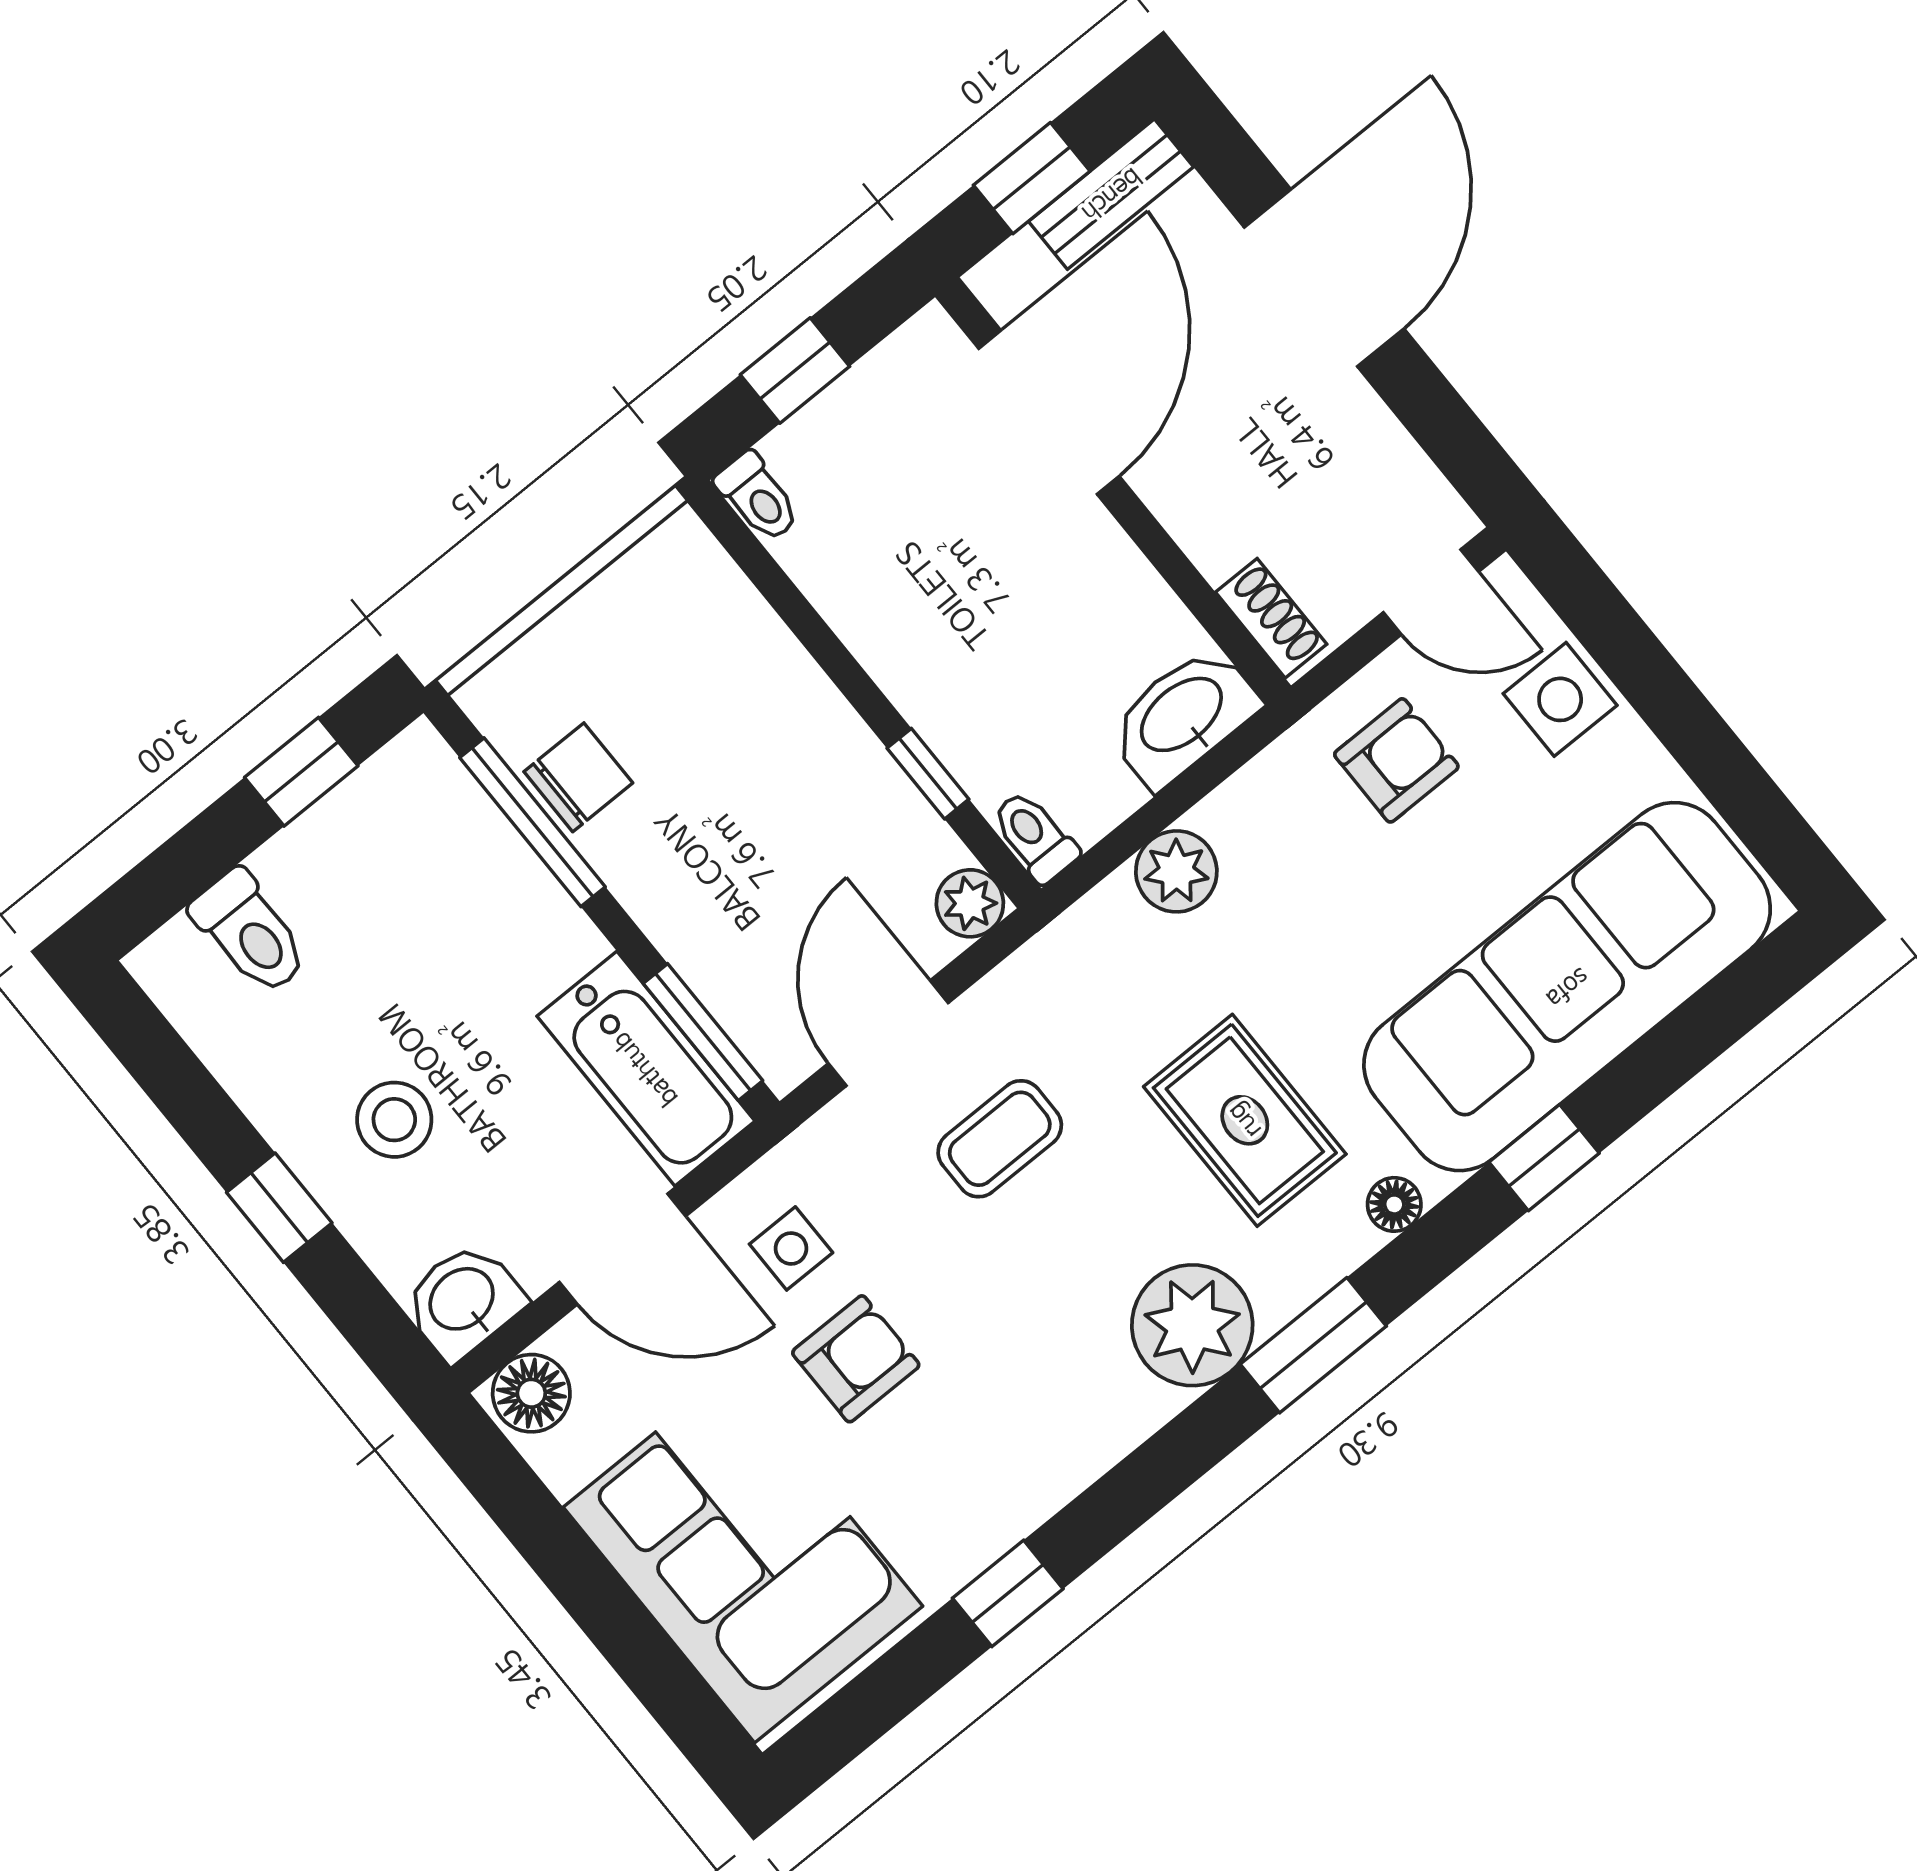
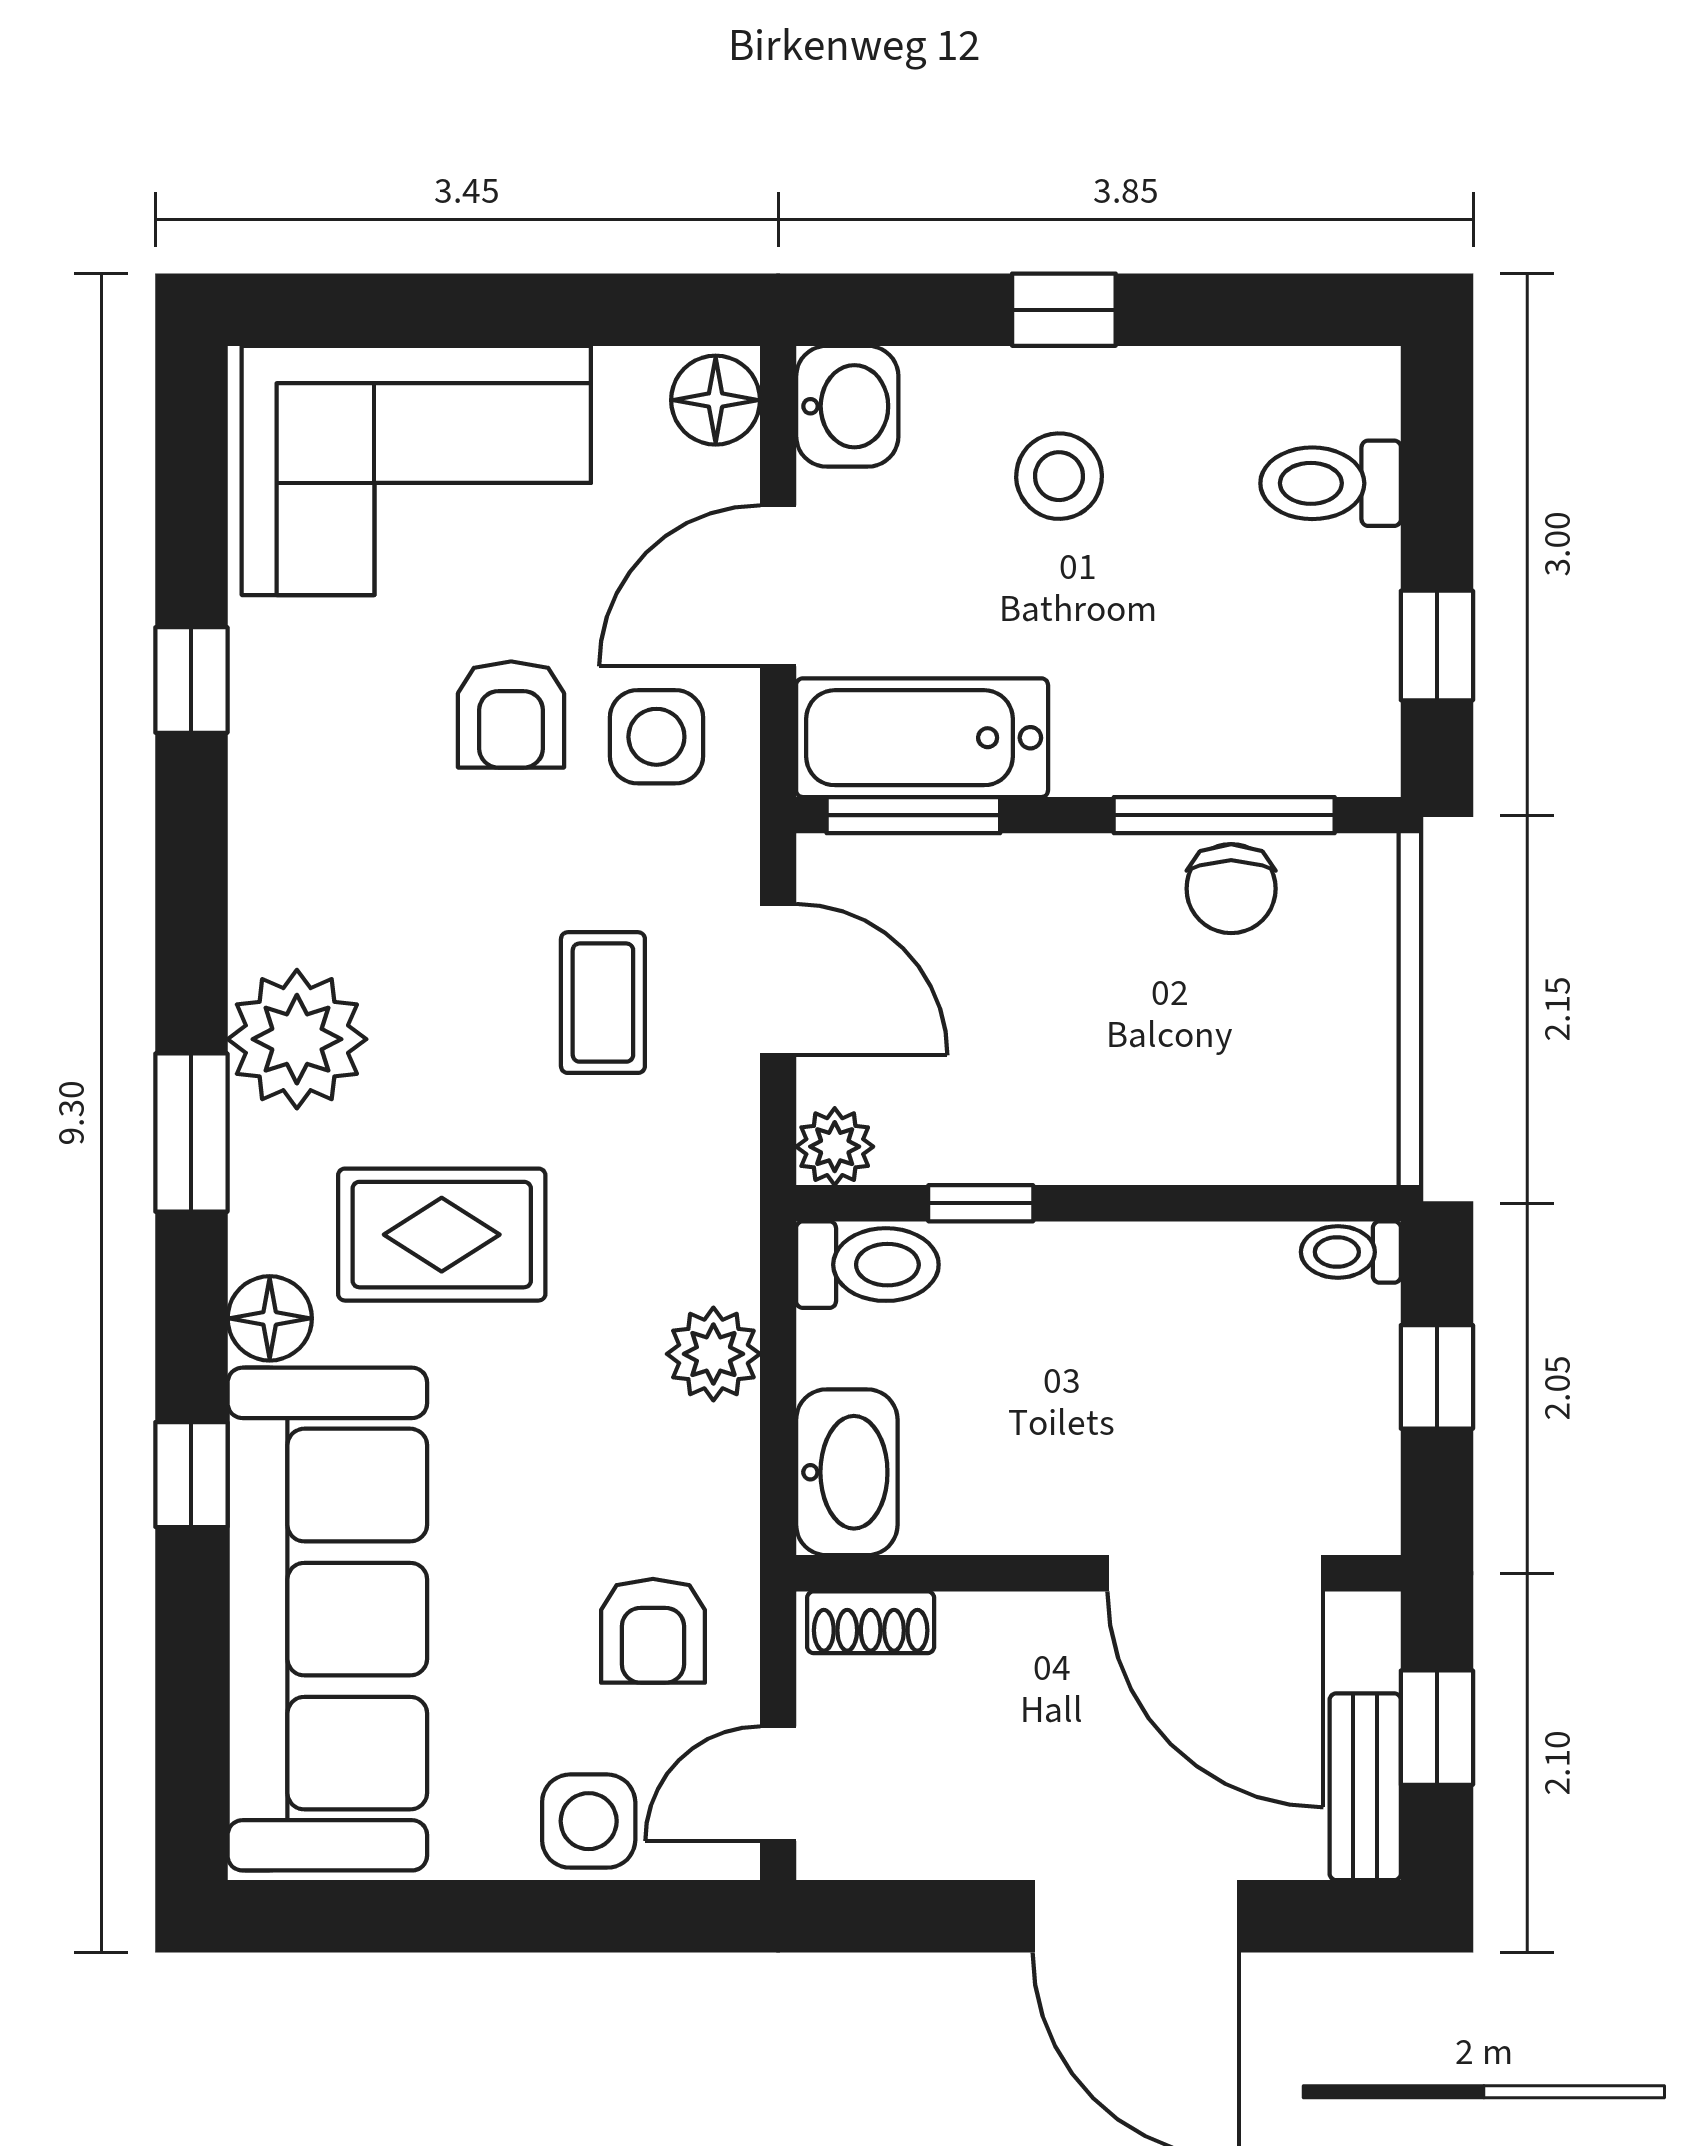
toilet: (1035, 836) -> (867, 1265), width x1.37, depth x1.39
floor lamp: (1394, 1204) -> (270, 1318), width x1.37, depth x1.37
side table: (791, 1248) -> (656, 737), width x1.37, depth x1.37

